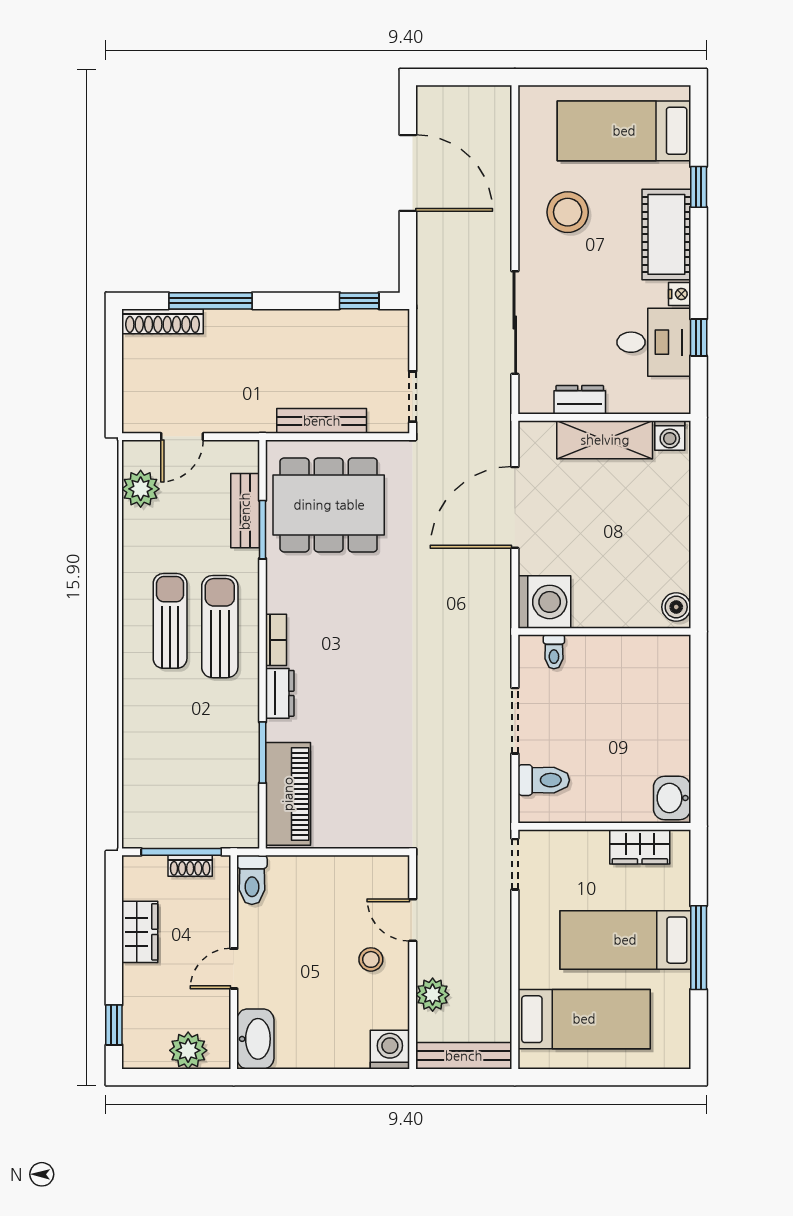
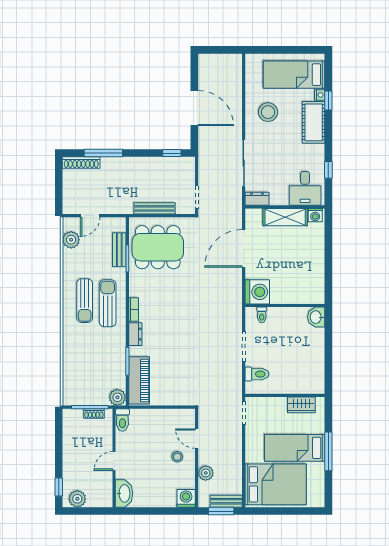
door: (408, 173) -> (194, 108), moved
nightstand: (680, 294) -> (320, 95), moved
desk: (654, 342) -> (305, 188), moved, turned 90
dresser: (580, 400) -> (257, 199), moved
boiler: (676, 607) -> (318, 294), removed
sun lounger: (170, 621) -> (85, 301), turned 180
washbasin: (672, 798) -> (316, 317), moved
plant: (241, 831) -> (117, 397), added
wardrobe: (140, 932) -> (71, 444), removed
bed: (584, 1019) -> (276, 484), width x1.50
plant: (188, 1050) -> (77, 499), moved
bench: (464, 1056) -> (226, 501), width x0.73
window: (466, 1077) -> (221, 511), added

